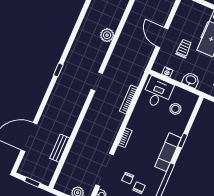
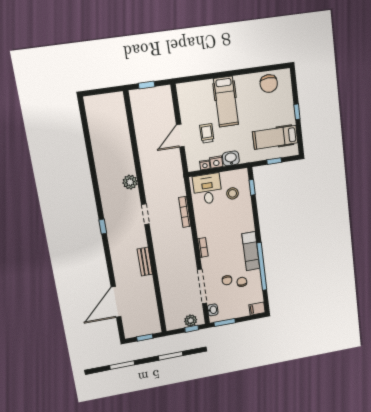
plant: (107, 35) -> (130, 182), moved
door: (162, 38) -> (180, 136), hinge flipped
nightstand: (177, 76) -> (216, 162), added
window: (183, 141) -> (252, 187), moved
bench: (60, 148) -> (145, 262), moved
exam couch: (168, 152) -> (251, 251), moved

